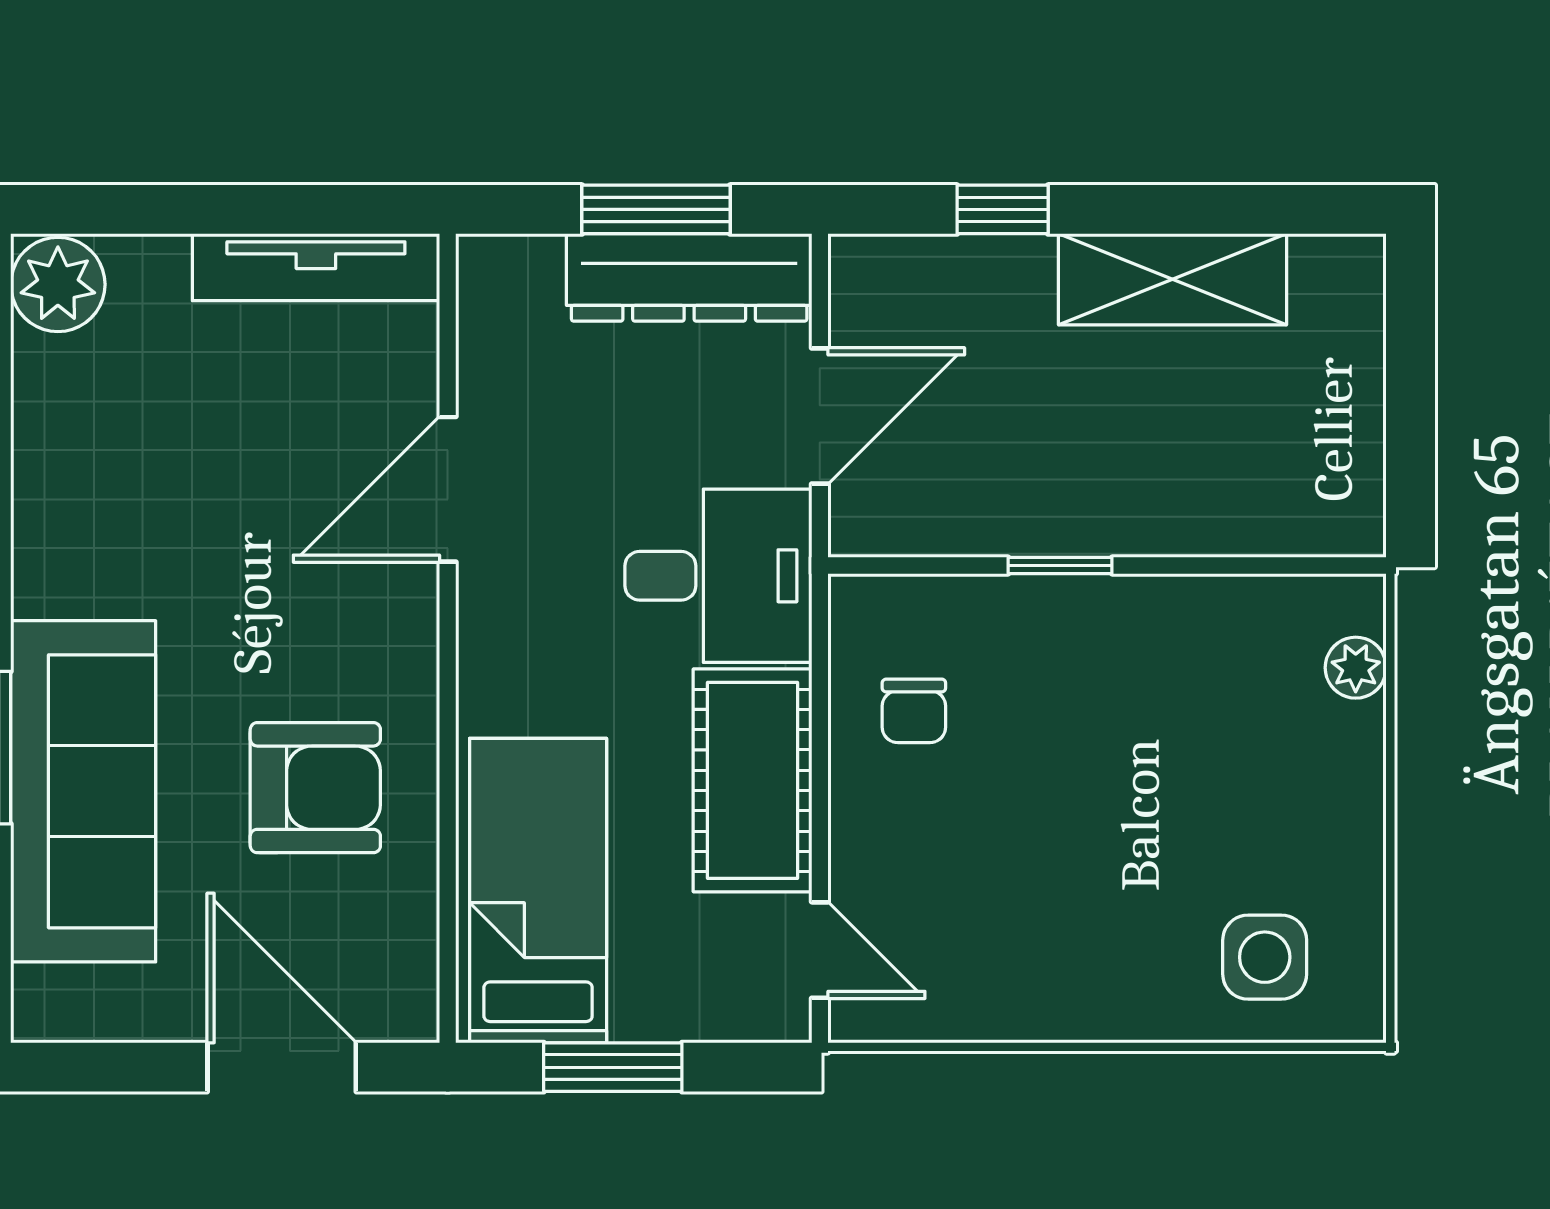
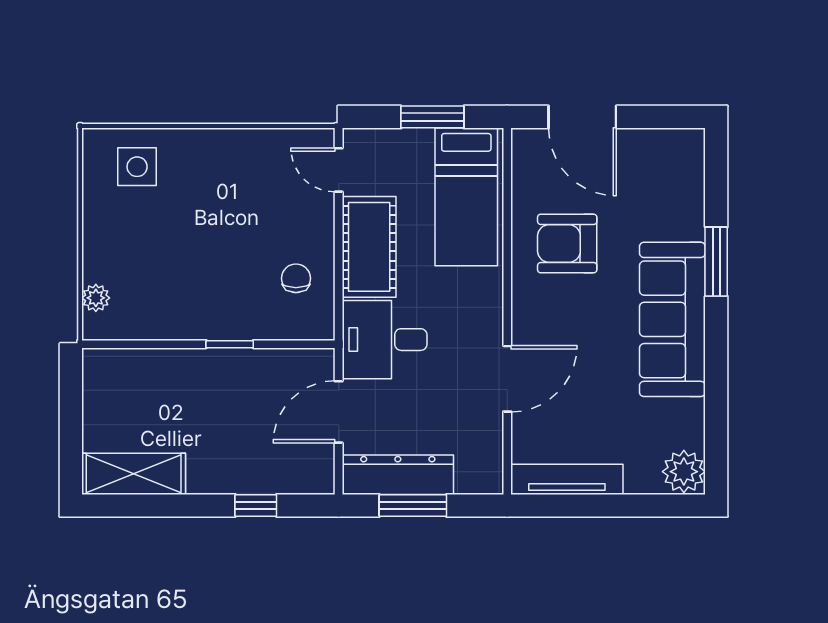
shelving: (1173, 279) -> (134, 474), moved
sofa: (83, 791) -> (672, 319), moved

